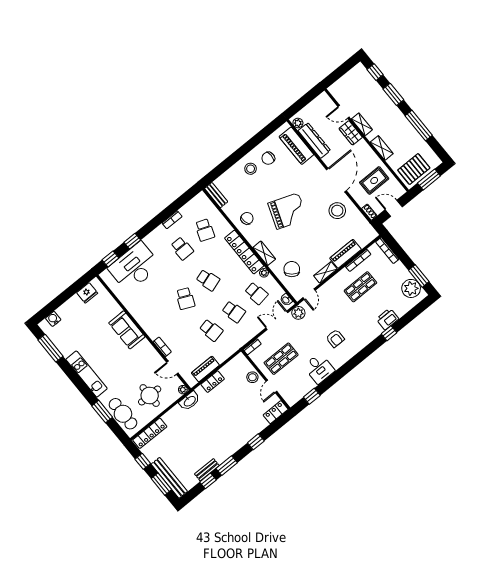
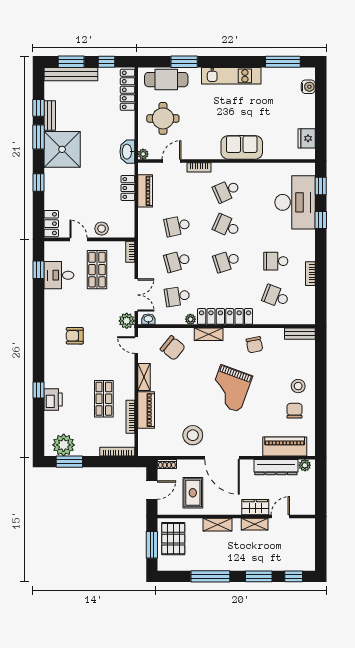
school desk: (163, 317) -> (227, 191), added
desk: (319, 368) -> (59, 275), moved
shower: (222, 444) -> (62, 149), added

